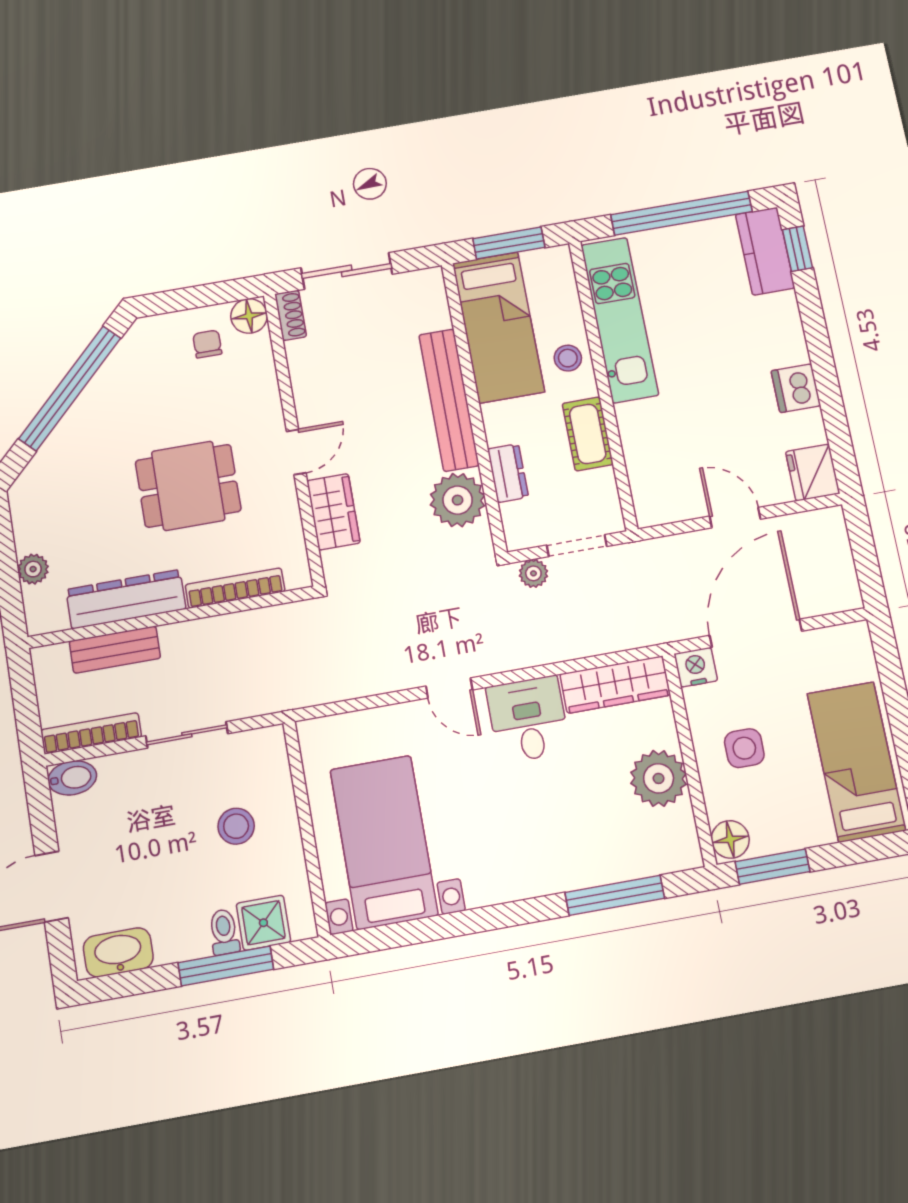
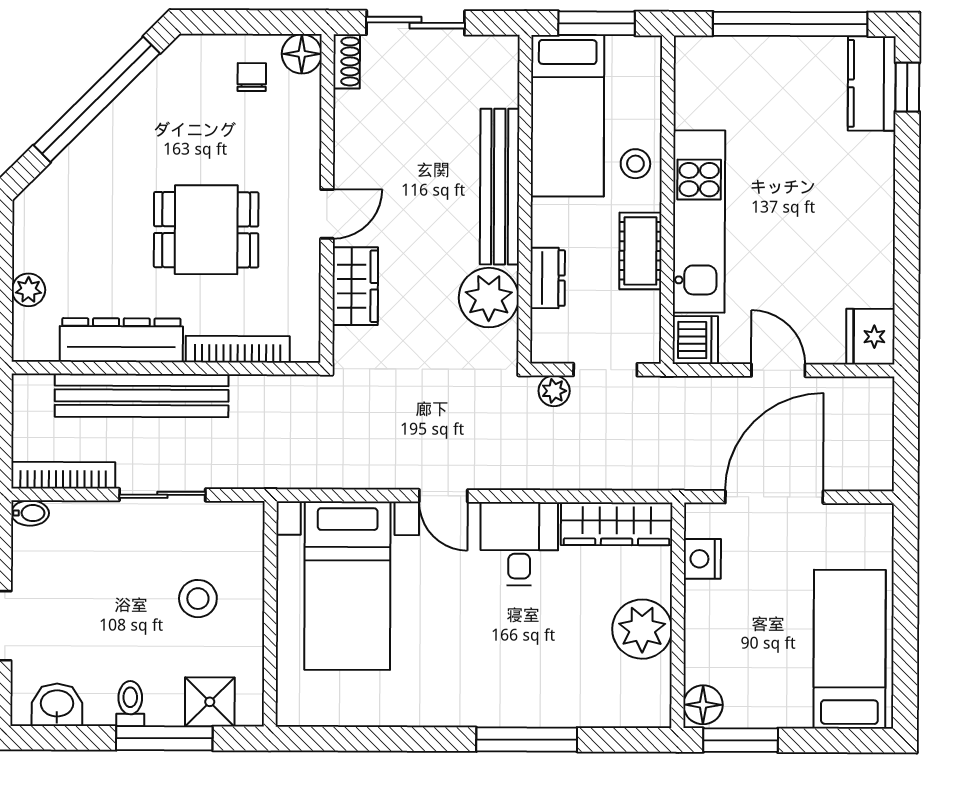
kitchen unit: (620, 320) -> (699, 222), moved
dishwasher: (796, 388) -> (695, 340), moved, turned 180
bench: (115, 650) -> (142, 396), width x1.86, depth x1.21
nightstand: (696, 667) -> (702, 559), moved, turned -90
side table: (744, 748) -> (737, 614), removed
bidet: (72, 778) -> (30, 513), width x0.72, depth x0.74
bed with nightstands: (384, 842) -> (347, 586), moved, turned 180
window: (615, 895) -> (527, 739), moved
toilet: (224, 932) -> (130, 704), moved
washbasin: (118, 952) -> (57, 705), width x0.72

